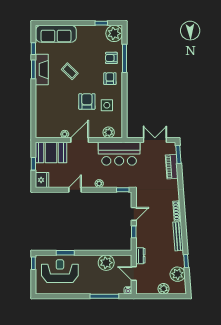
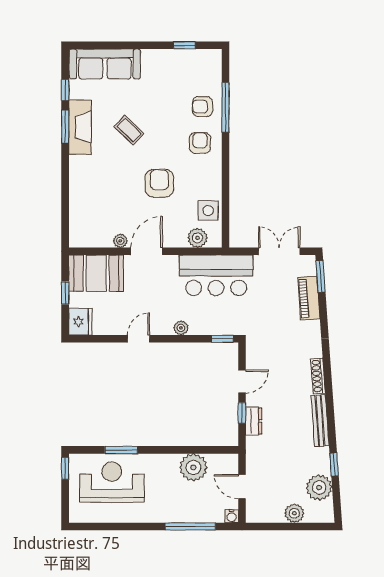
plant: (114, 33) -> (207, 63), removed
side table: (107, 105) -> (208, 211), moved
dresser: (140, 256) -> (254, 421), moved

